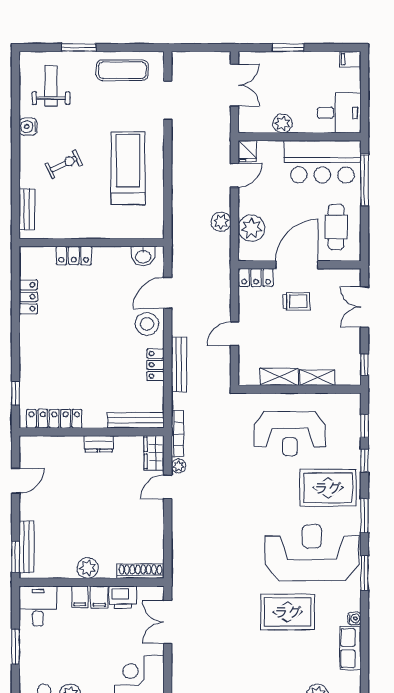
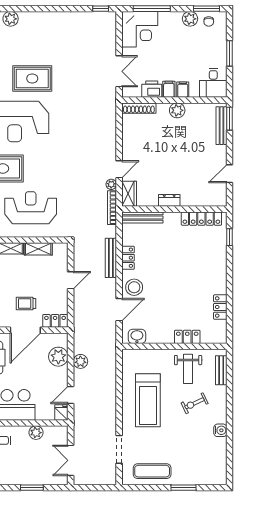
weight bench: (51, 86) -> (188, 369), moved

